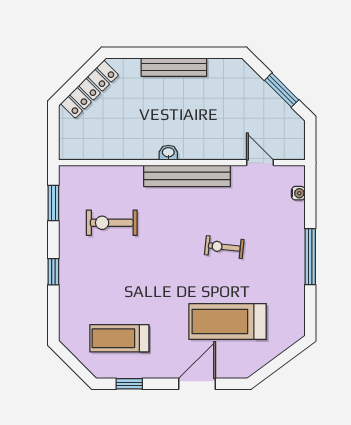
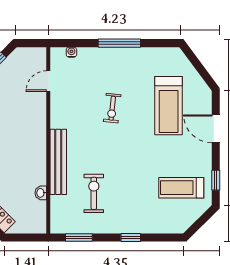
washbasin: (168, 153) -> (41, 193), moved
bench: (187, 176) -> (58, 162), moved
exercise bike: (112, 223) -> (94, 193), turned 180
treadmill: (119, 338) -> (181, 188), turned 90

